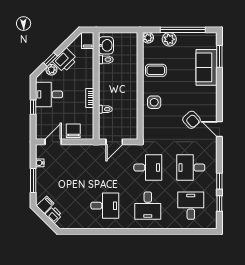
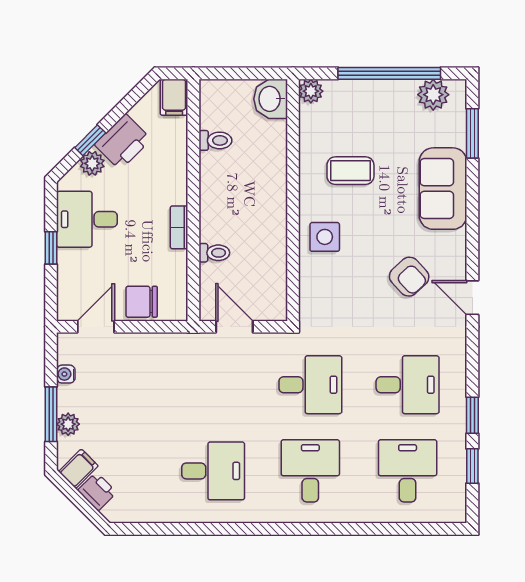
plant: (169, 39) -> (433, 95), moved
washbasin: (106, 45) -> (271, 99), moved, turned 180
sofa: (206, 67) -> (443, 189), moved
coffee table: (156, 70) -> (350, 171), moved
chair: (73, 131) -> (142, 302), turned -90
door: (114, 142) -> (234, 327), swing flipped
desk: (191, 168) -> (408, 385), turned 180
plant: (41, 185) -> (68, 424), added
desk: (148, 206) -> (310, 471), turned 180

